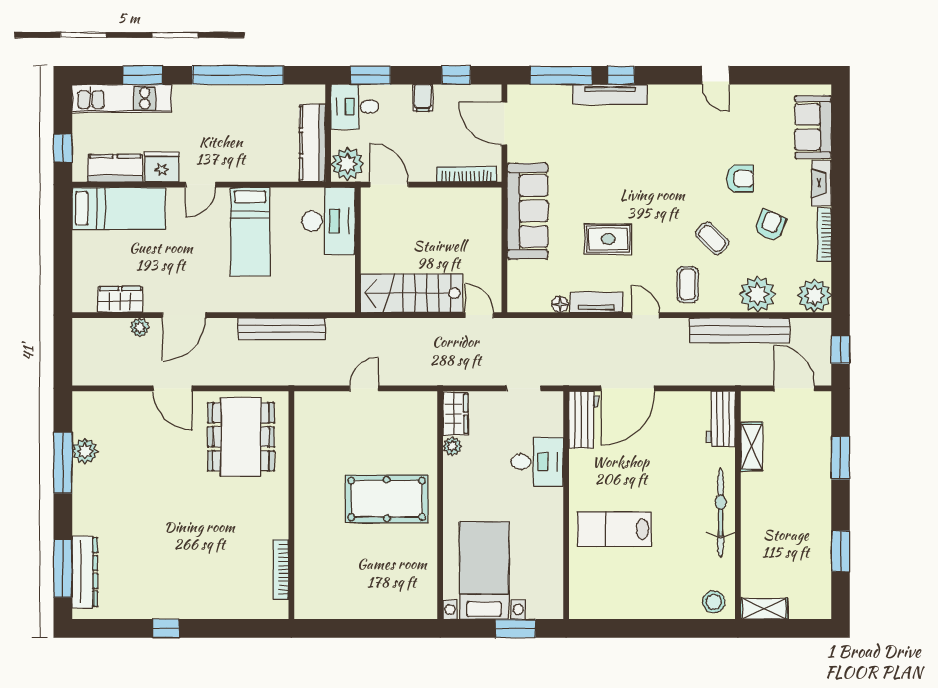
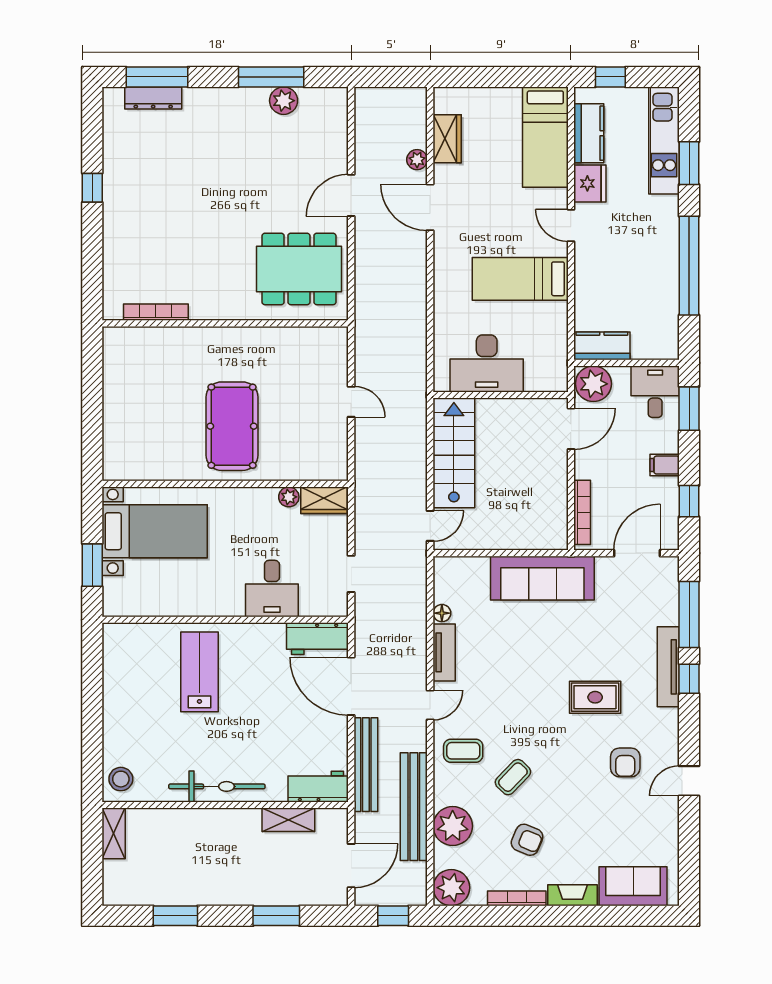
kitchen counter: (312, 143) -> (602, 346), width x0.67
armchair: (740, 179) -> (625, 762), moved
desk: (329, 221) -> (487, 363), moved
rug: (608, 239) -> (595, 697), moved, turned 90
bench: (282, 329) -> (366, 765), moved
dresser: (85, 572) -> (153, 98), width x0.73, depth x0.80

